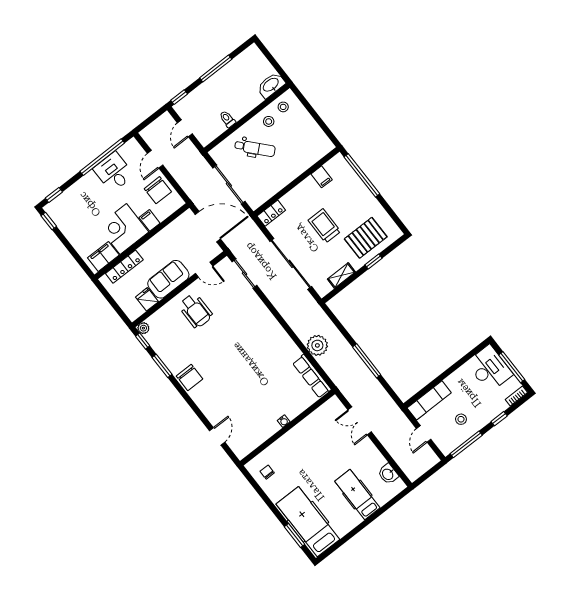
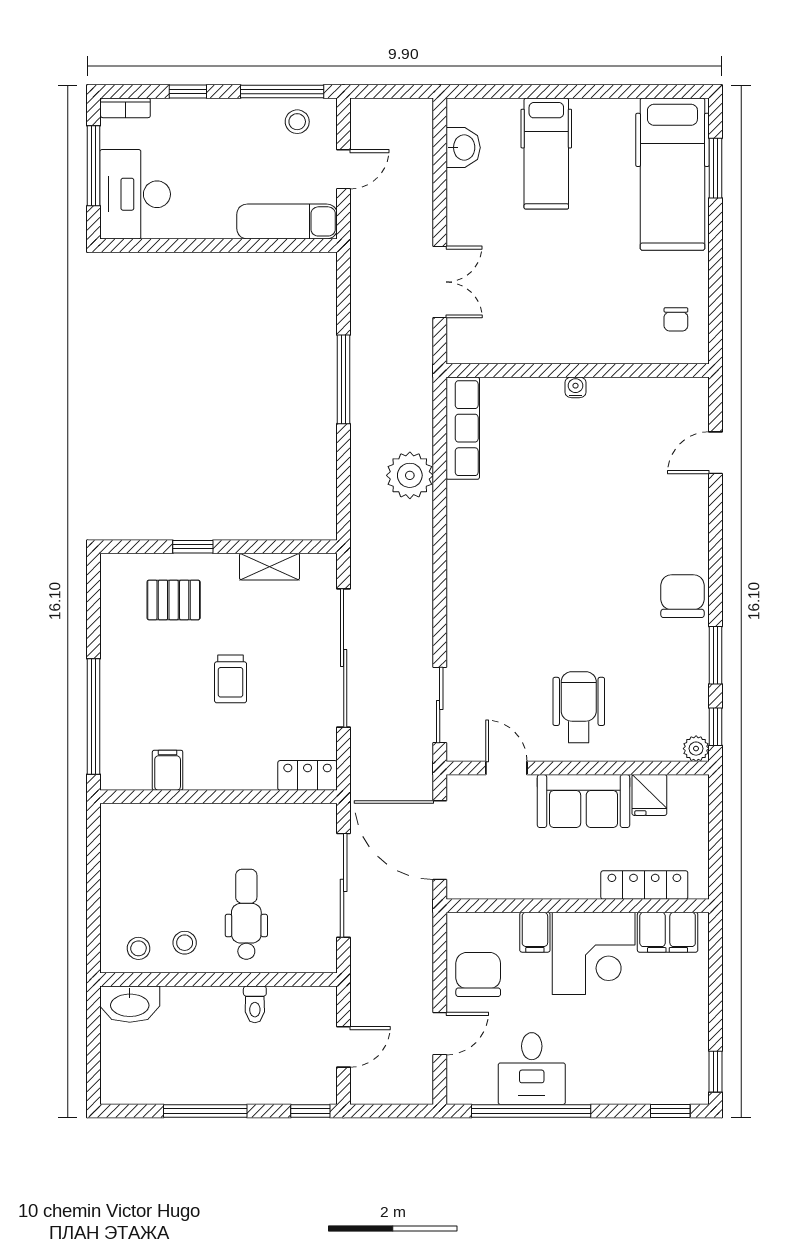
dental chair: (255, 148) -> (246, 914), turned 42
trolley: (324, 226) -> (231, 679), width x0.73, depth x0.72
pallet: (366, 238) -> (174, 600), width x0.67, depth x0.71
stool: (461, 419) -> (297, 122), moved

